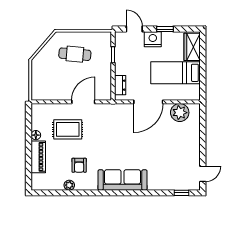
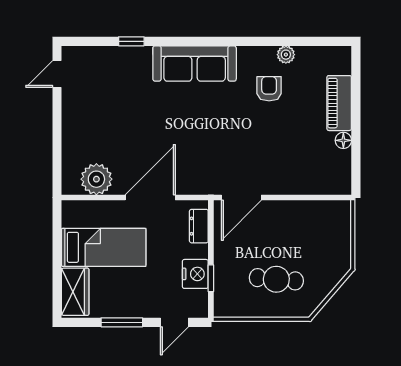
door: (134, 29) -> (174, 322), hinge flipped
window: (165, 29) -> (122, 322), width x1.50
nightstand: (153, 39) -> (195, 274), moved, turned -90
door: (83, 102) -> (241, 197), moved
rug: (68, 129) -> (288, 150), removed
window: (181, 193) -> (131, 41), moved

